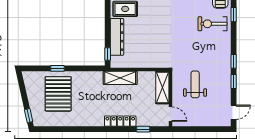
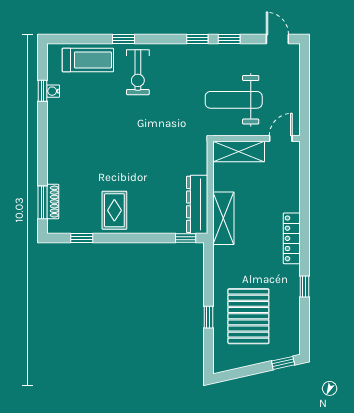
dresser: (117, 37) -> (197, 204), moved, turned -90
weight bench: (195, 84) -> (234, 100), width x1.36, depth x1.33
pallet: (58, 94) -> (248, 316), turned 90
locker: (120, 121) -> (292, 238), moved
window: (143, 129) -> (304, 287), moved

